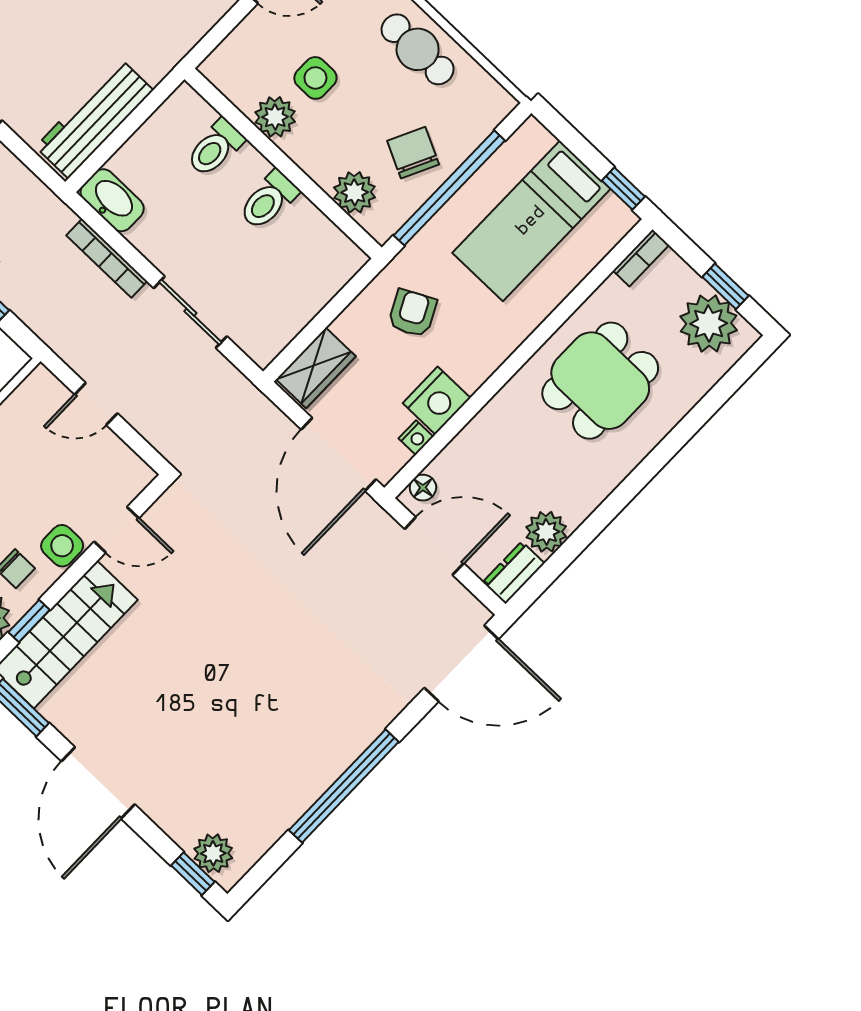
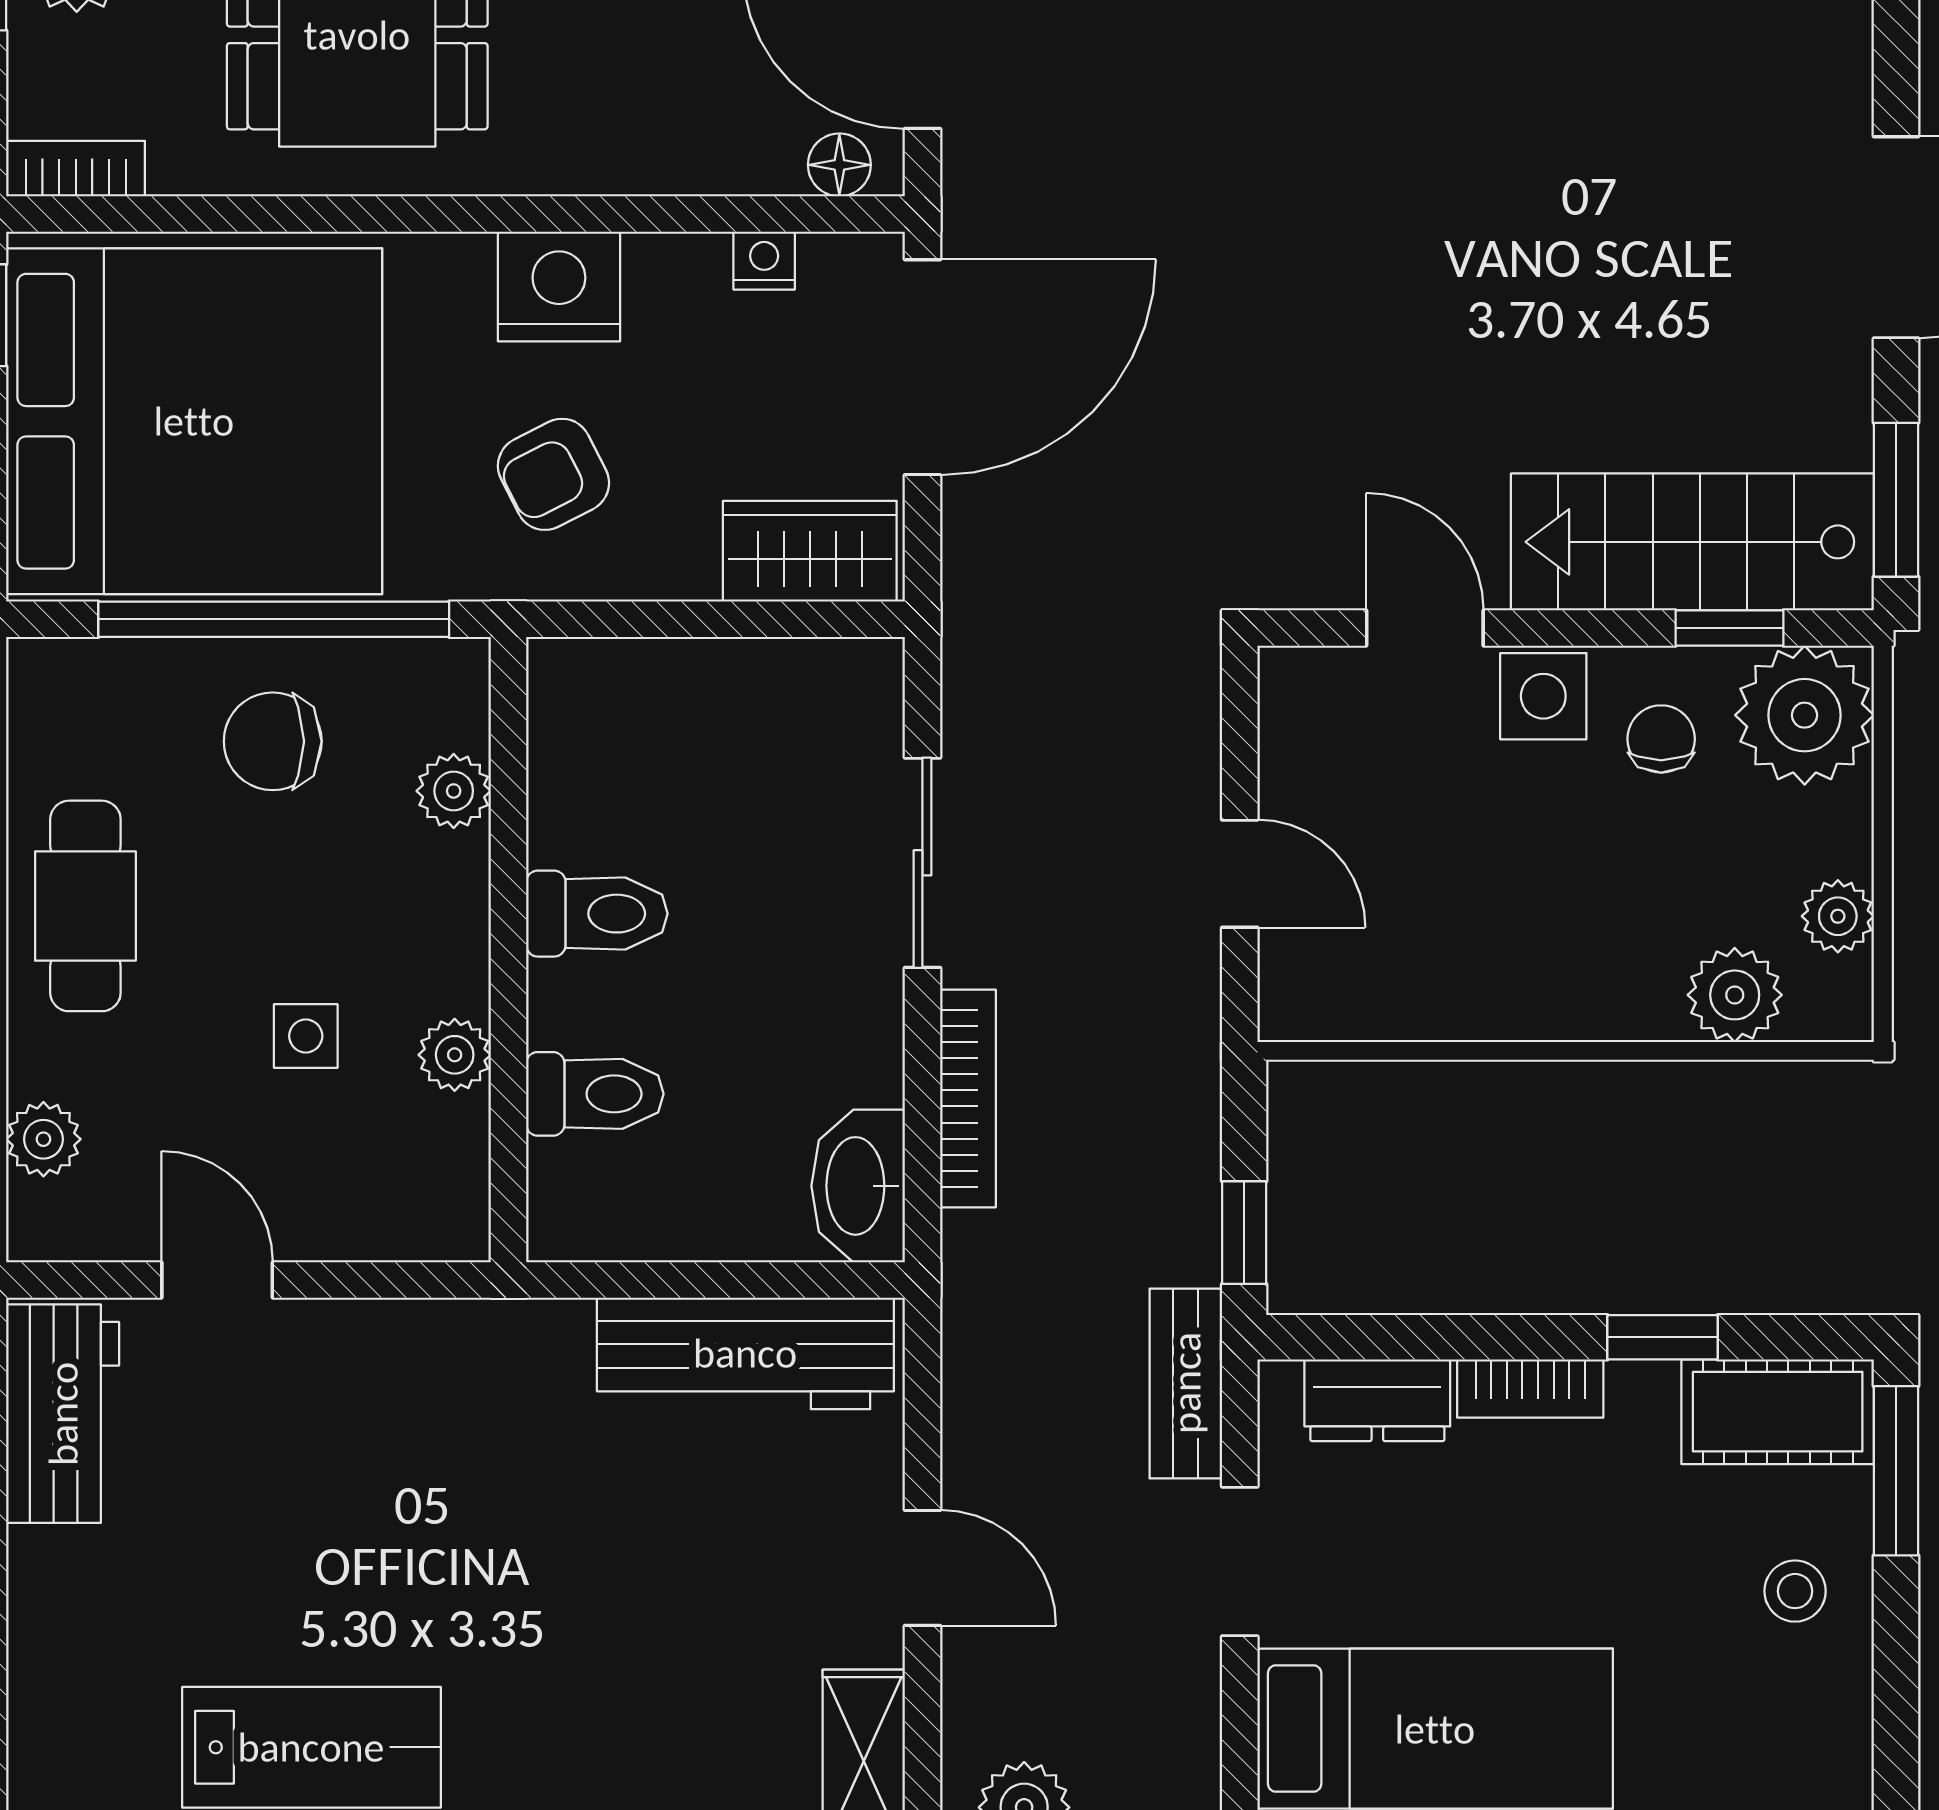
side table: (315, 78) -> (306, 1036), width x0.73, depth x0.73
plant: (275, 117) -> (455, 1055), width x0.73, depth x0.73
chair: (413, 153) -> (273, 741), turned 64
plant: (355, 192) -> (454, 791), width x0.73, depth x0.73
bed: (531, 221) -> (194, 421), width x2.04
nightstand: (437, 401) -> (559, 286), moved

